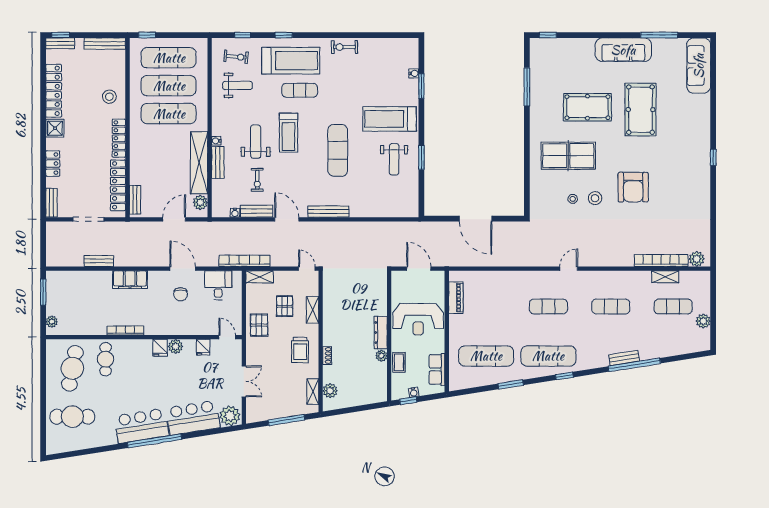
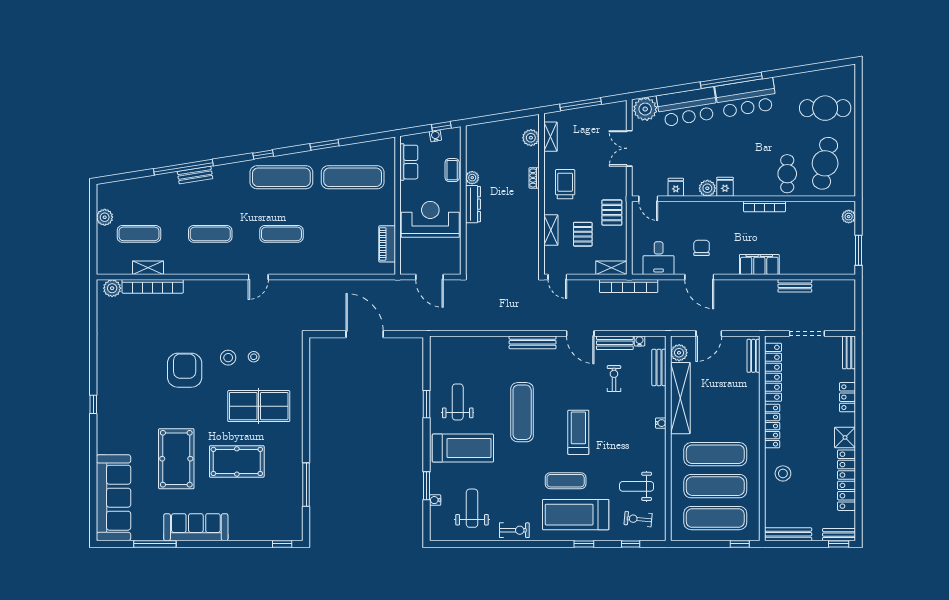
sofa: (699, 66) -> (113, 498), width x1.36, depth x1.27
weight bench: (256, 142) -> (472, 508), moved, turned 180
bench: (218, 162) -> (659, 367), moved

